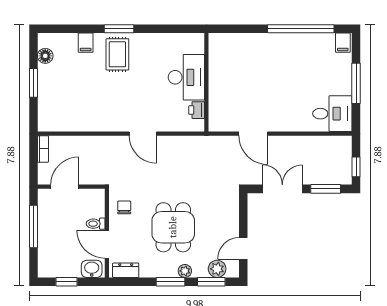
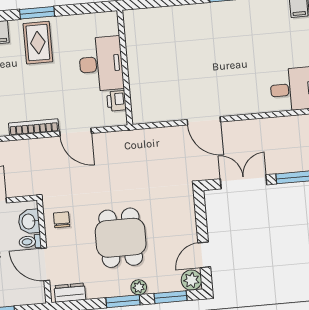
desk: (186, 77) -> (101, 64), moved
wall: (206, 82) -> (125, 68), moved
printer: (197, 110) -> (116, 101), moved
bookcase: (107, 126) -> (34, 127), added
washbasin: (92, 269) -> (29, 221), moved, turned -90
plant: (217, 269) -> (191, 280), moved

